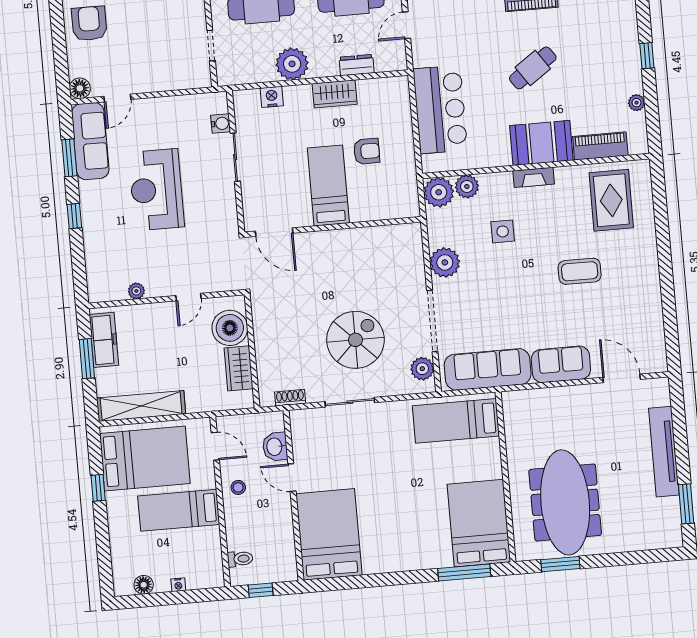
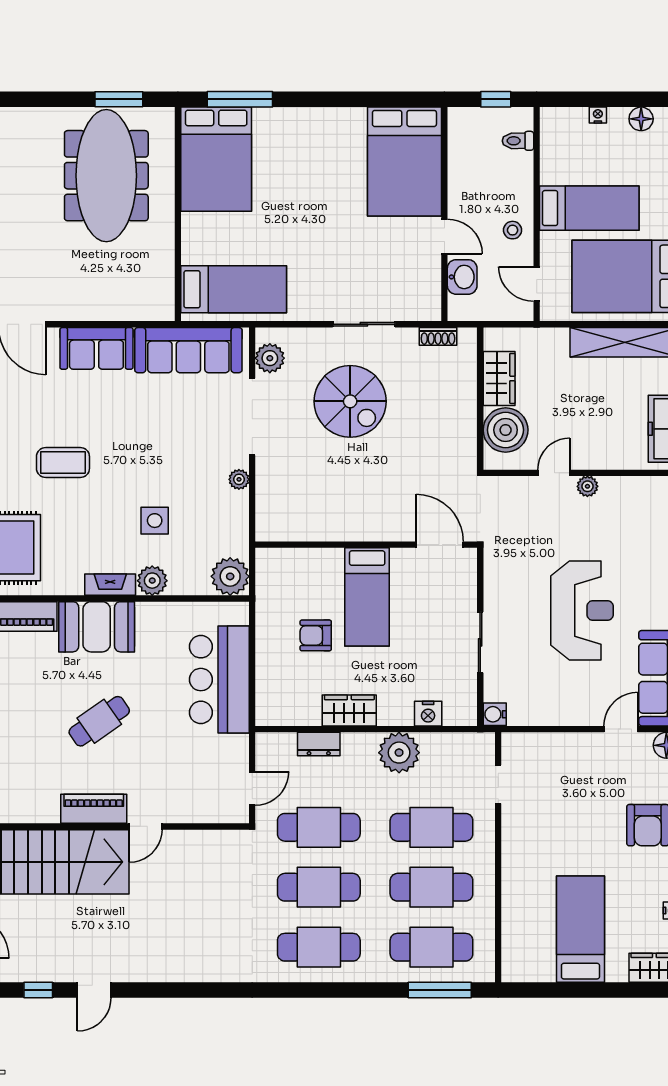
water cooler: (221, 123) -> (495, 714), moved
plant: (467, 186) -> (152, 581), moved
plant: (445, 262) -> (239, 479), width x0.53, depth x0.53
plant: (136, 291) -> (587, 486), moved
spiral stairs: (355, 340) -> (350, 401), turned -90

